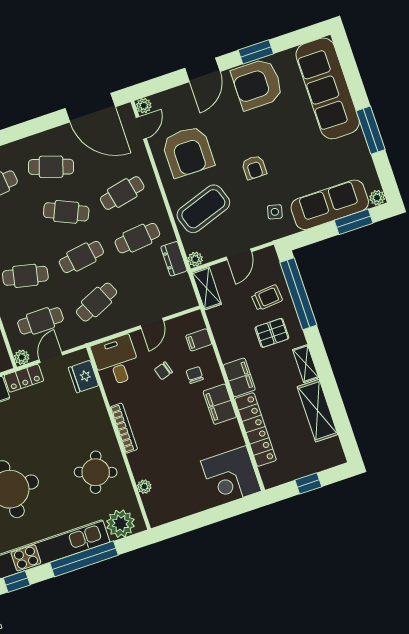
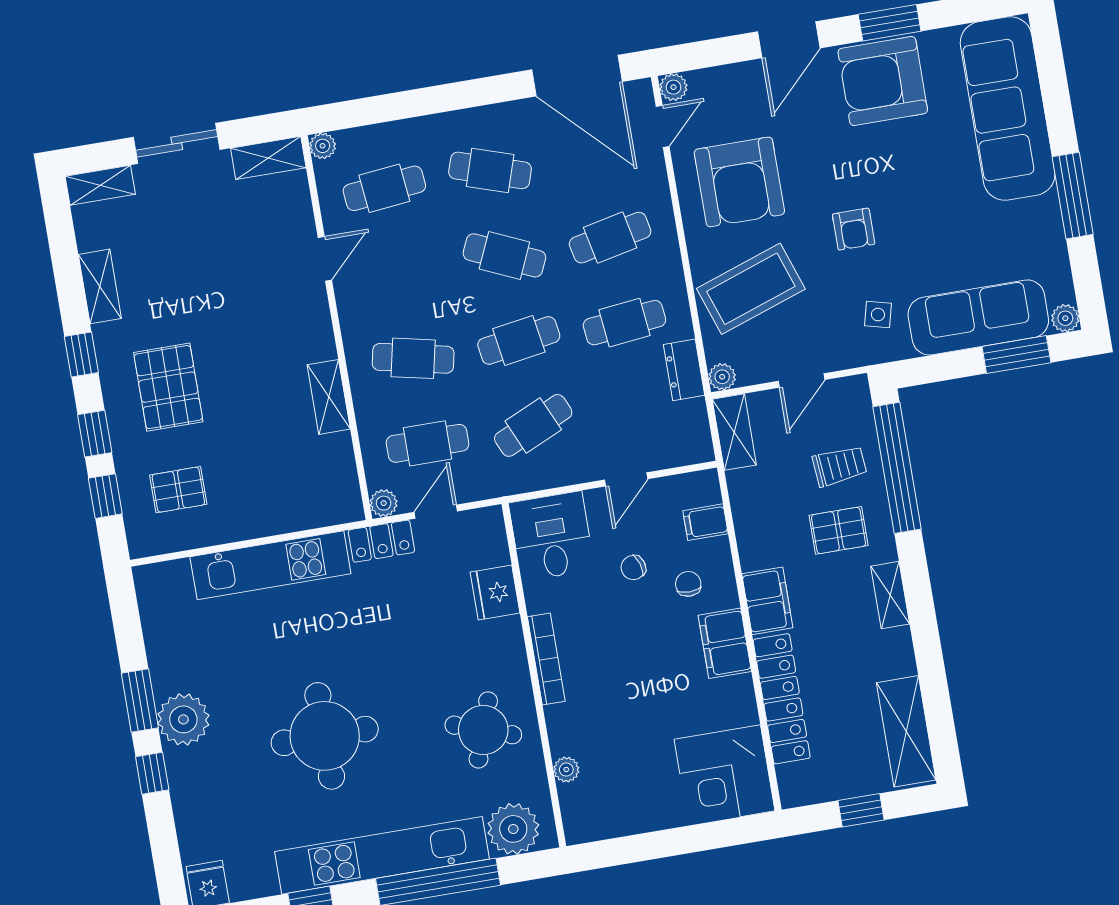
fridge: (84, 377) -> (495, 593), moved
shelving: (317, 411) -> (906, 731), moved

